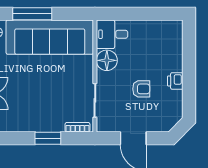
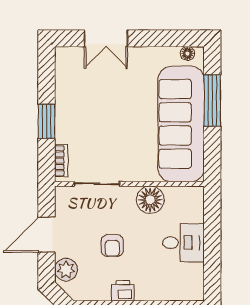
desk: (112, 34) -> (183, 243), moved, turned 90
plant: (159, 124) -> (66, 270), added

